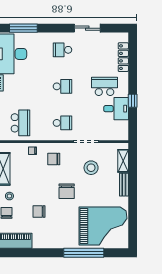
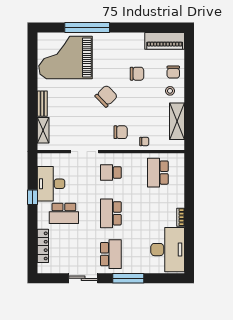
window: (23, 28) -> (128, 278), moved
school desk: (62, 50) -> (111, 254), width x1.85
school desk: (62, 86) -> (111, 213), width x1.85
desk: (116, 109) -> (51, 184), width x1.37
stool: (91, 168) -> (79, 122), removed
chair: (67, 191) -> (106, 96), turned 46

